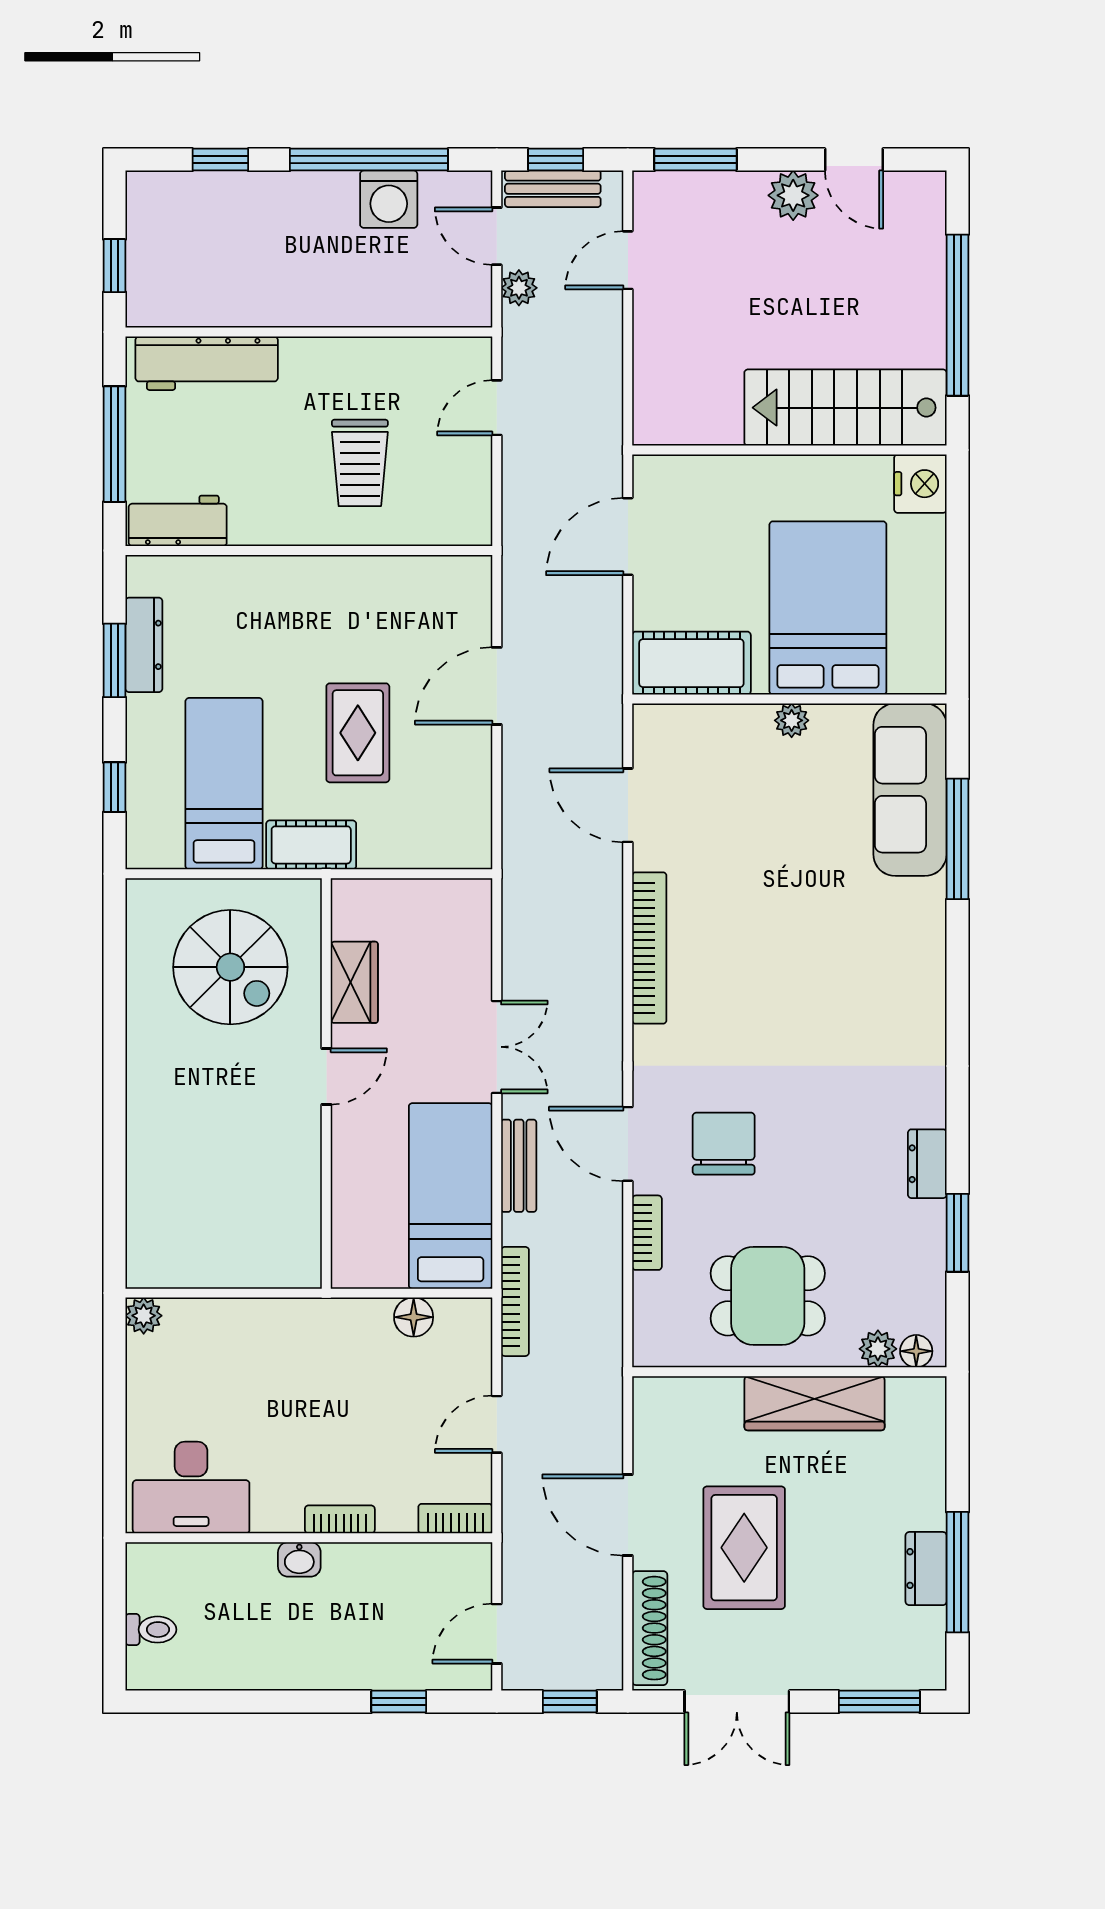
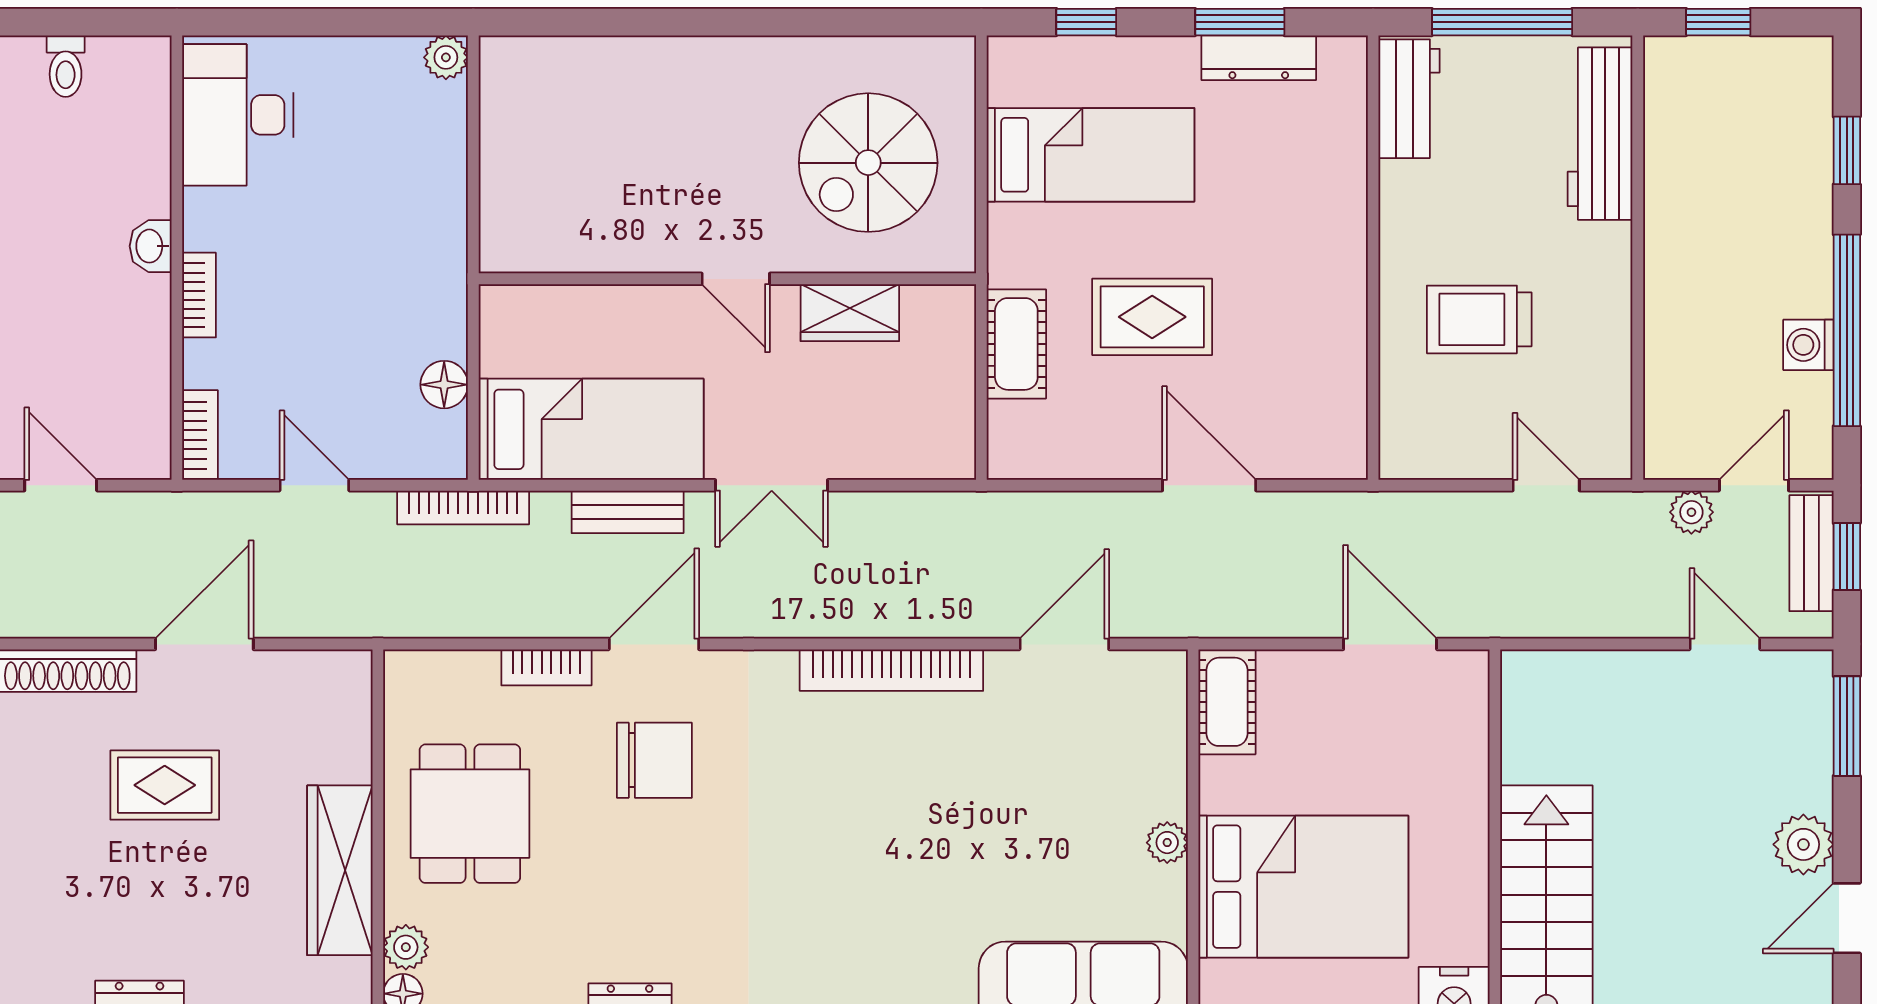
washing machine: (389, 199) -> (1808, 345), width x0.73, depth x0.73
cot: (691, 663) -> (1227, 702), width x0.73, depth x0.75
cot: (311, 845) -> (1016, 344), moved
rug: (744, 1548) -> (165, 785), width x0.73, depth x0.70

